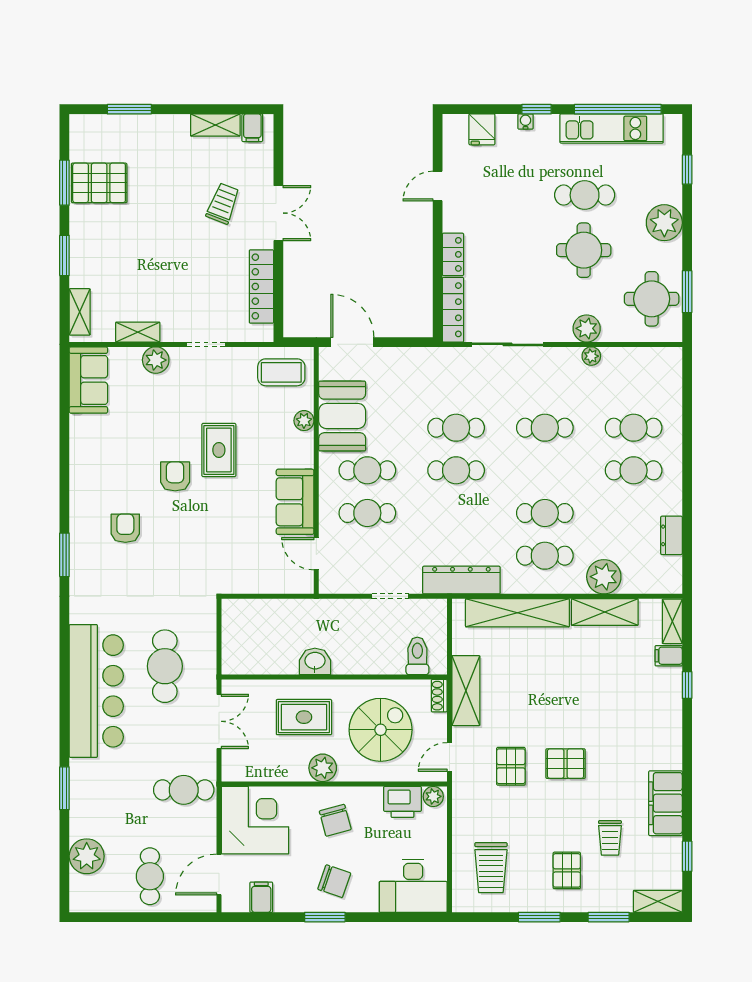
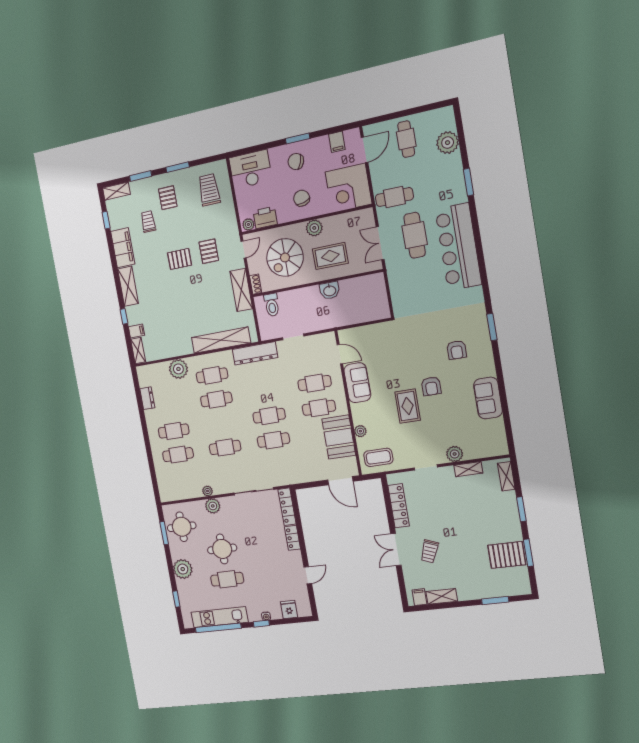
sofa: (88, 380) -> (488, 398), moved
shelving: (605, 612) -> (128, 286), moved, turned 90
cafe table: (165, 666) -> (415, 235), moved

